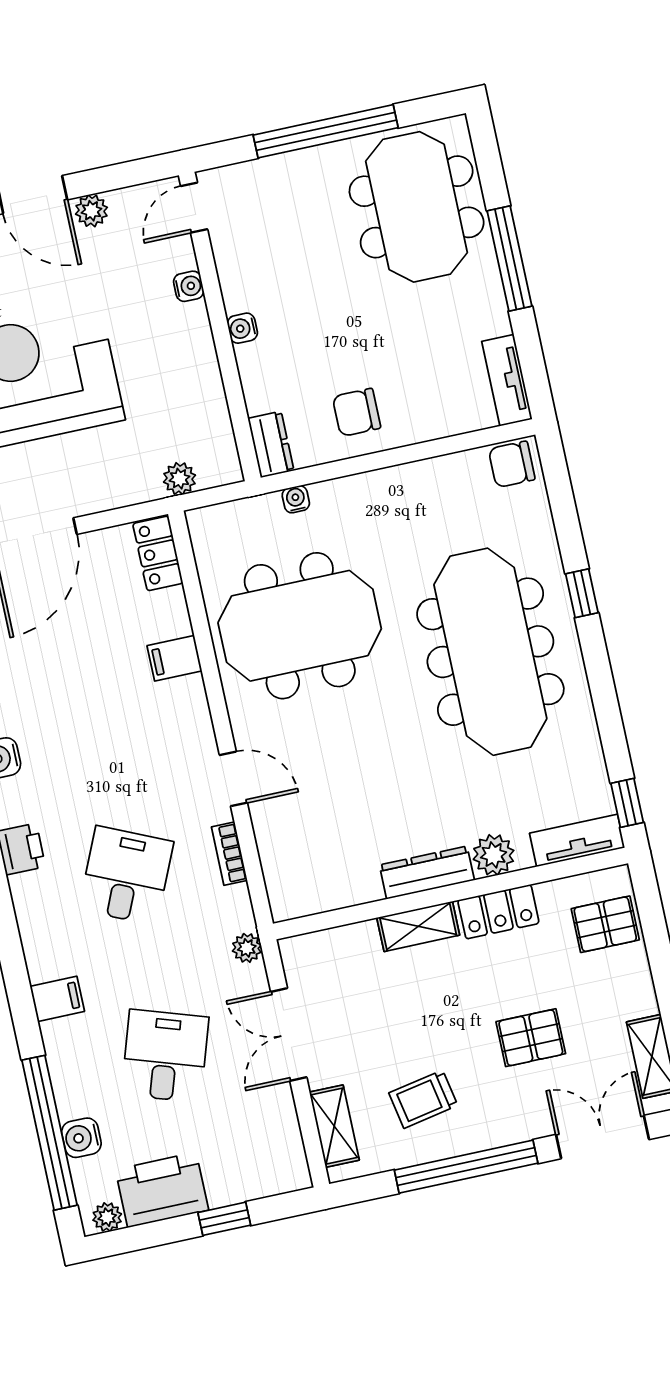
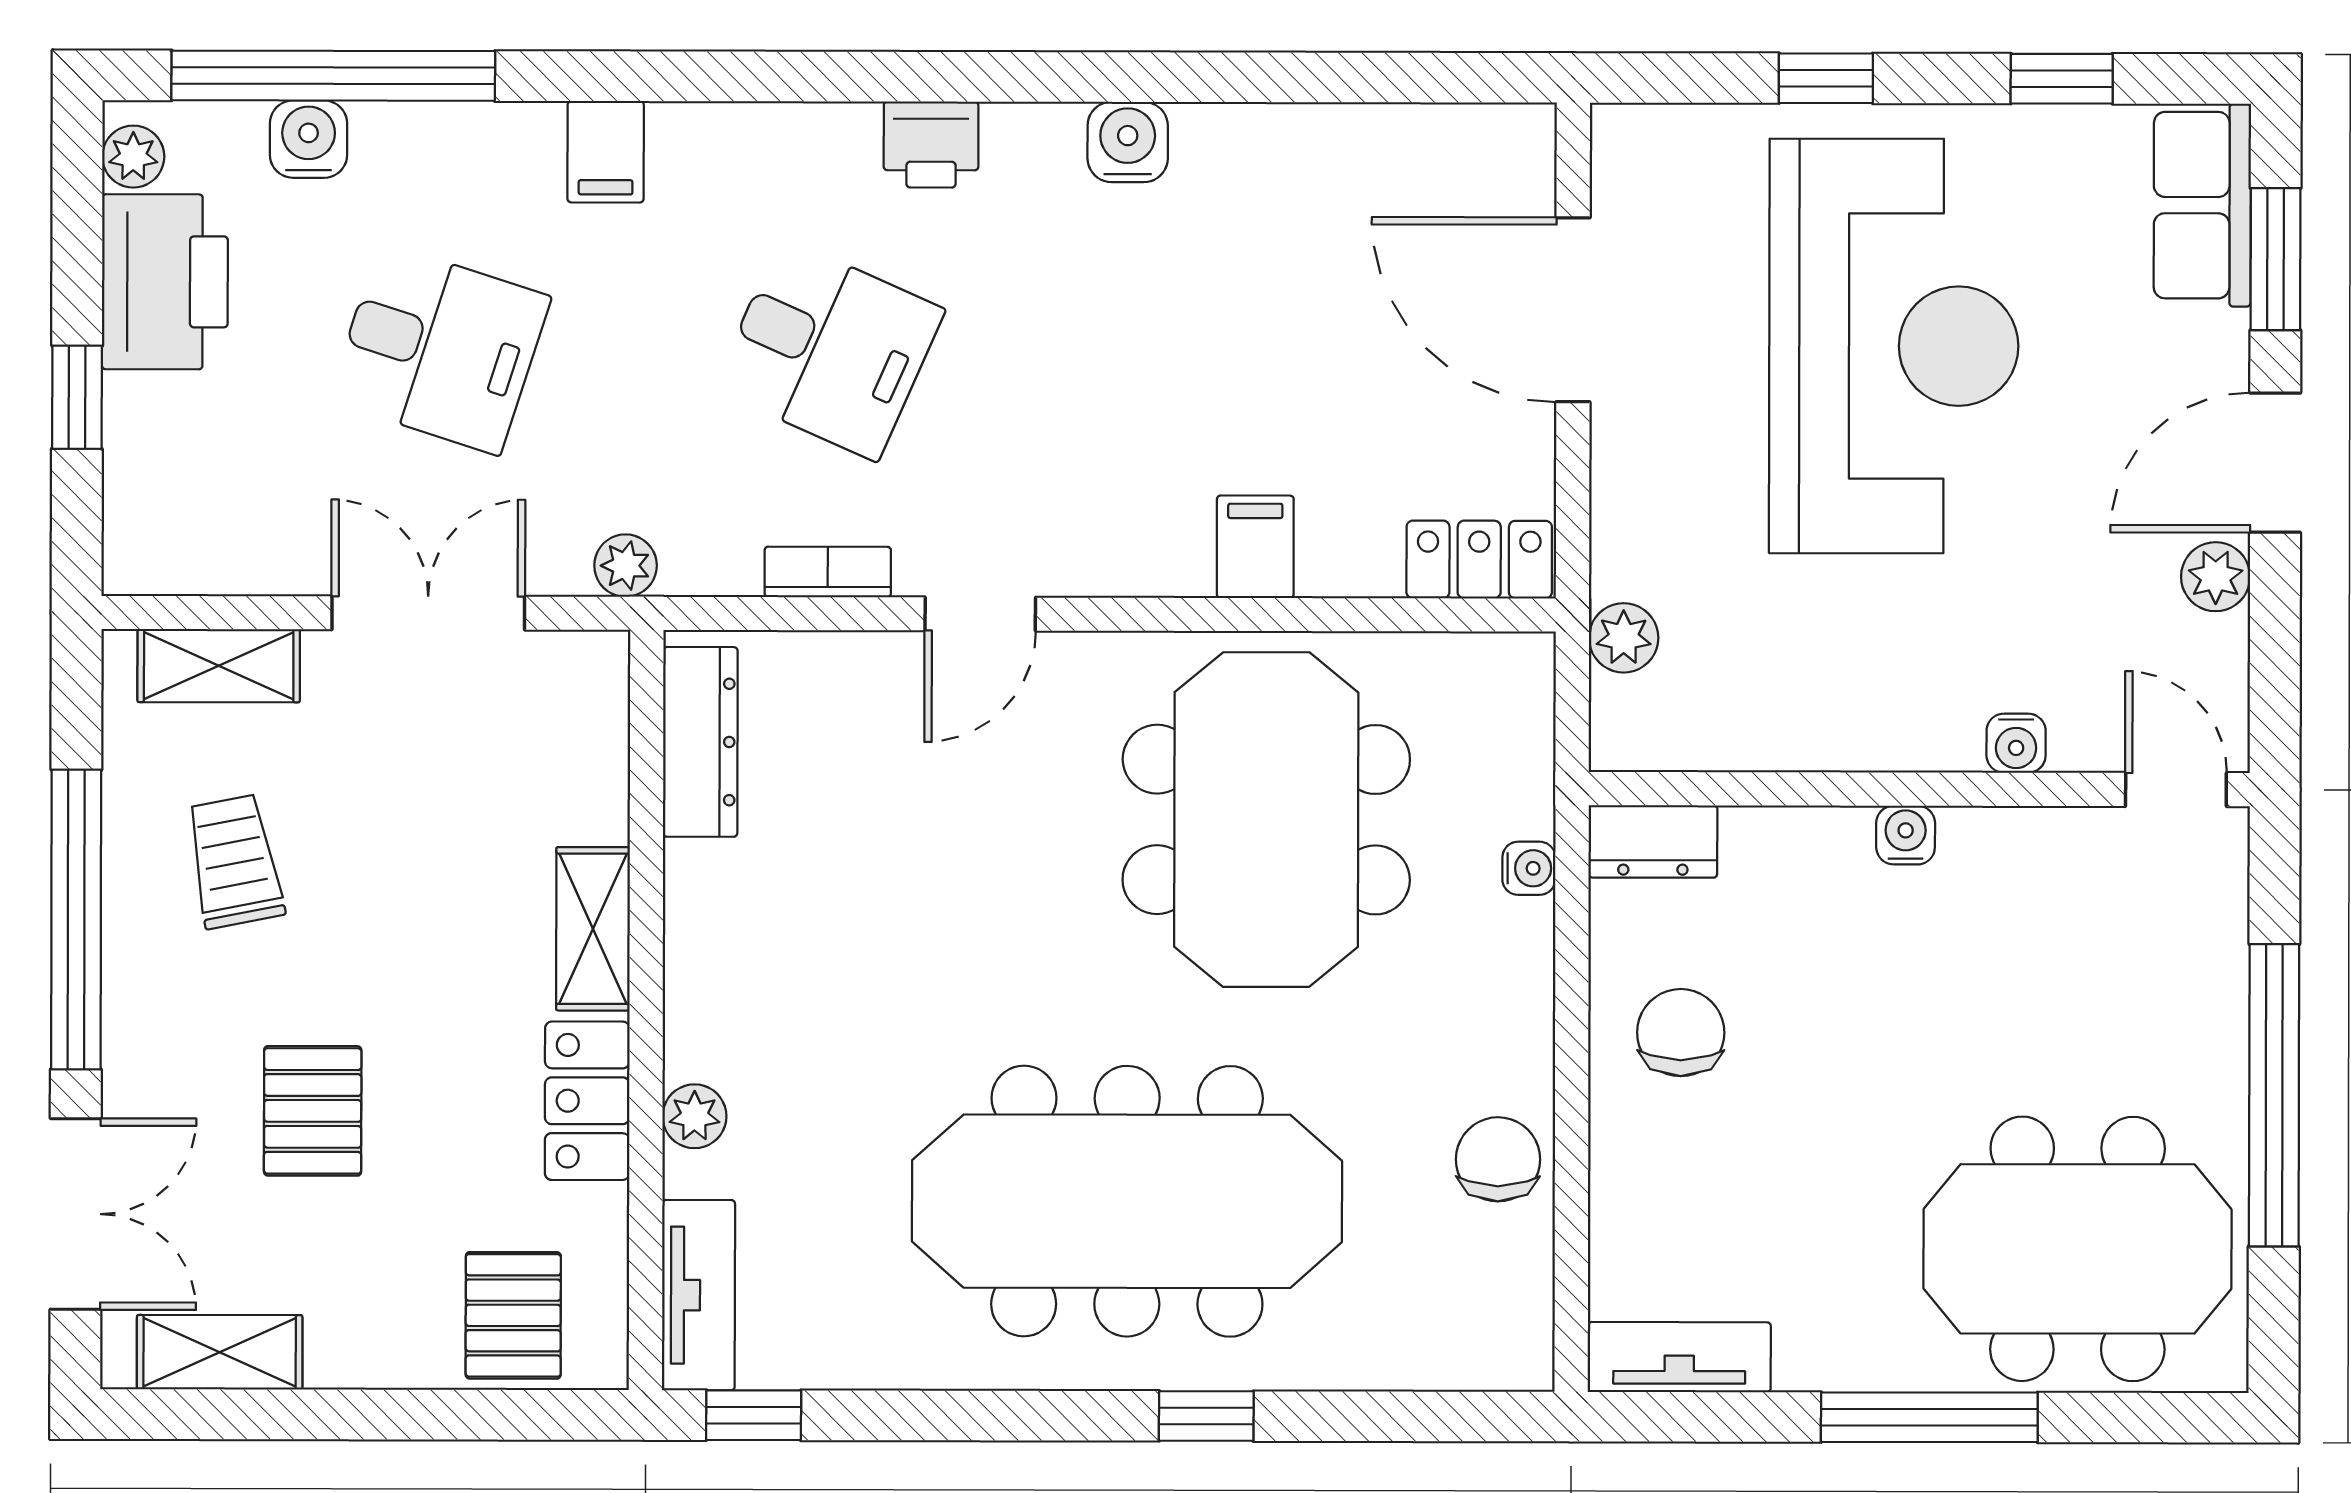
chair: (512, 464) -> (1498, 1159), moved
plant: (494, 855) -> (694, 1116), width x0.73, depth x0.73
dresser: (427, 873) -> (700, 742), moved

